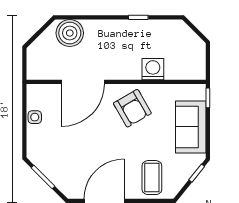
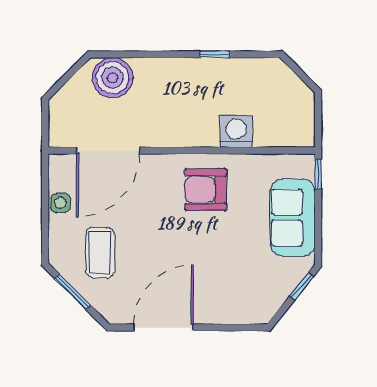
door: (83, 82) -> (108, 151), moved
armchair: (132, 108) -> (206, 190), turned 120
coffee table: (152, 178) -> (100, 253), moved

